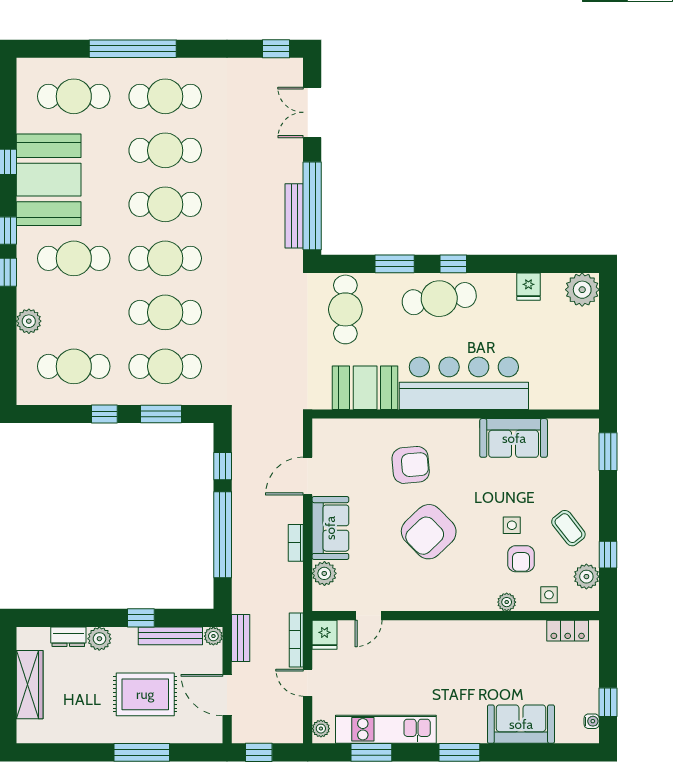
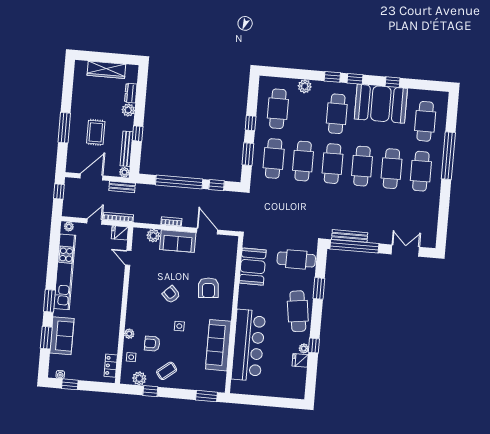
window: (276, 49) -> (442, 234), removed
window: (453, 264) -> (314, 346), moved
plant: (582, 290) -> (304, 348), moved, width x0.53, depth x0.53
bar counter: (464, 383) -> (248, 345), moved
sofa: (514, 438) -> (218, 345), width x1.36
side table: (512, 525) -> (179, 326), moved
armchair: (429, 532) -> (171, 294), width x0.53, depth x0.53
rug: (145, 694) -> (96, 132), width x0.73, depth x0.70
kitchen unit: (386, 729) -> (65, 272), width x1.36
window: (371, 752) -> (46, 338), moved

